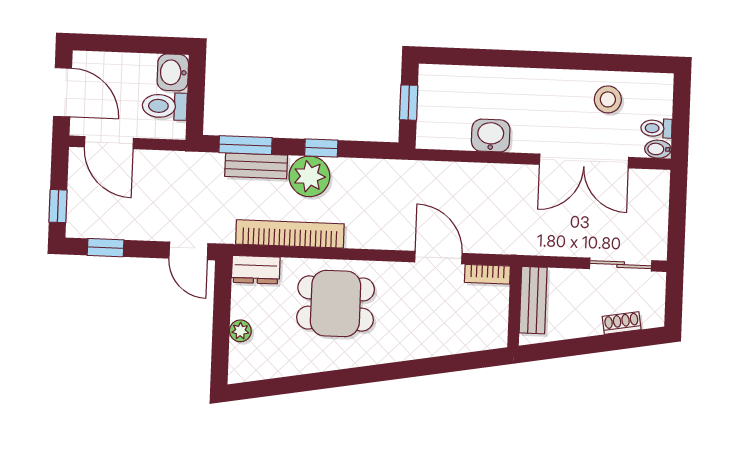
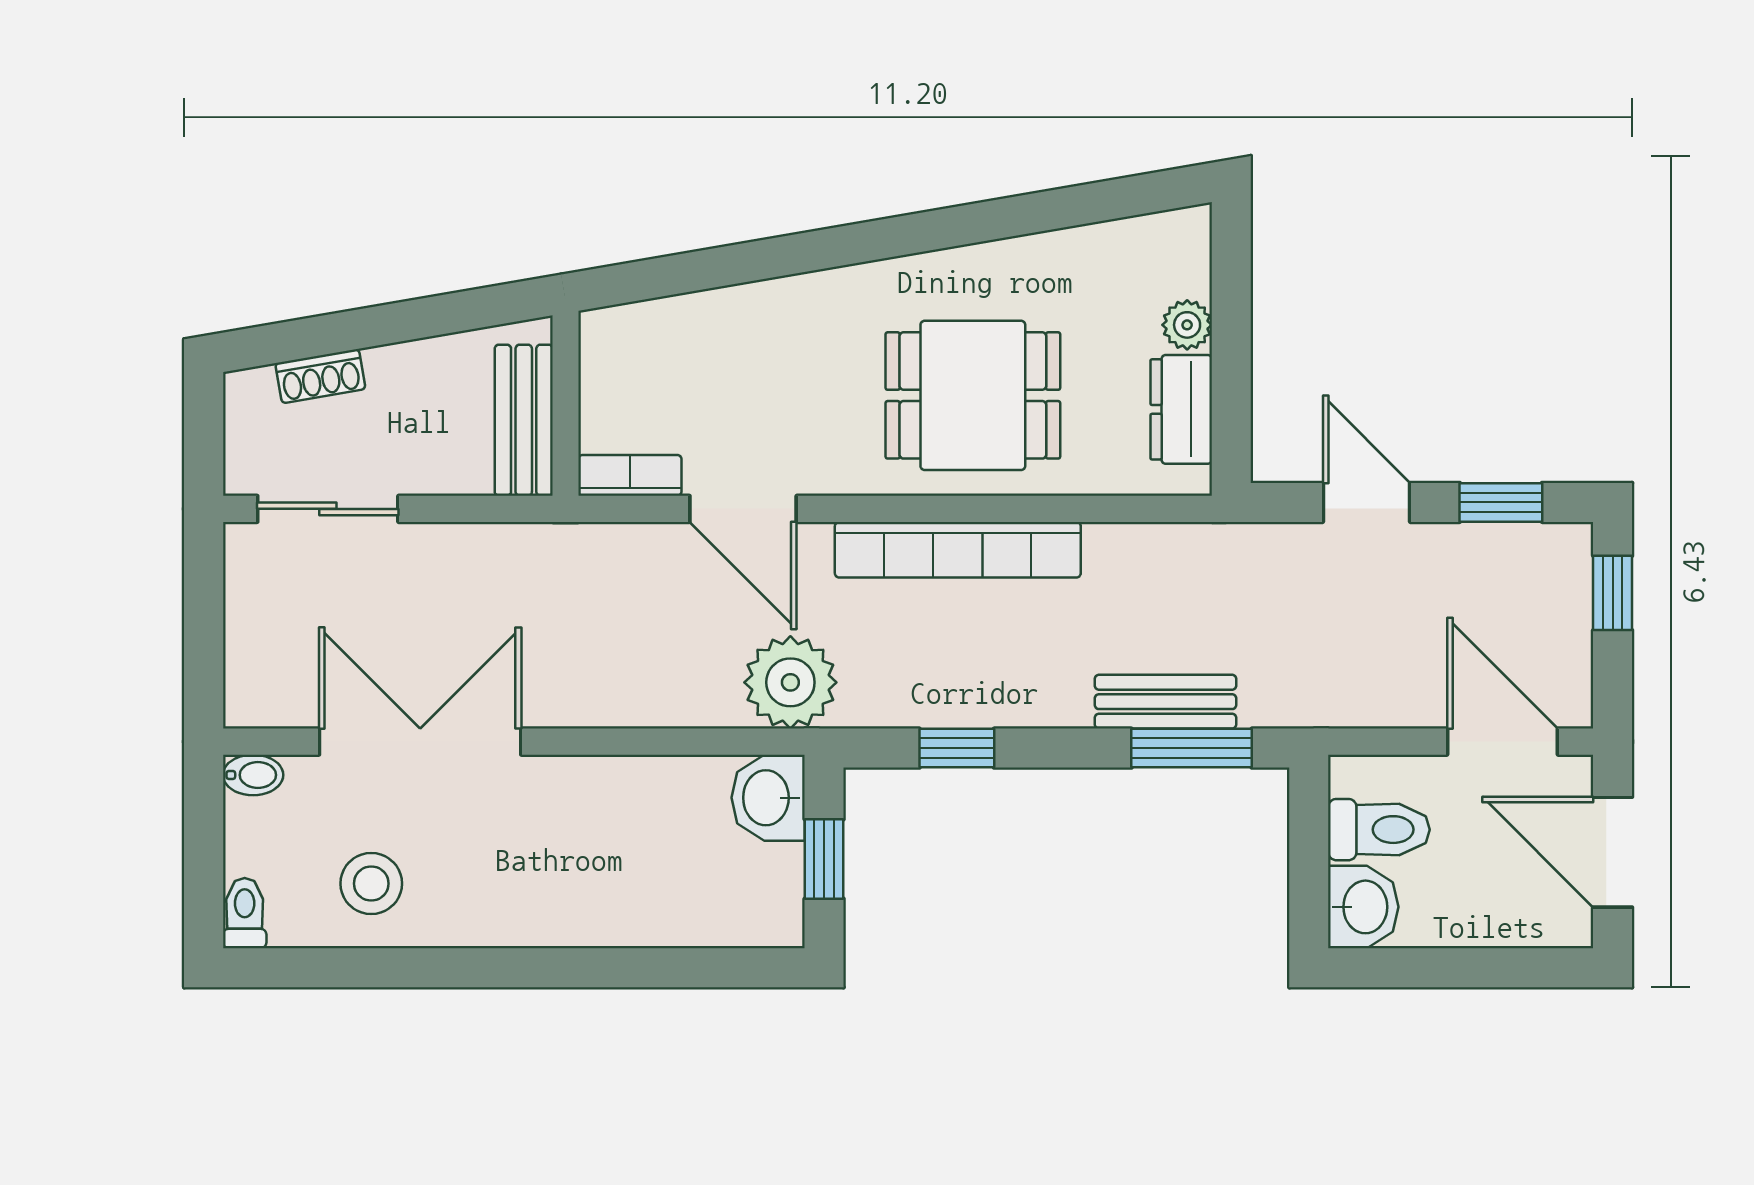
toilet: (656, 128) -> (245, 913), moved, turned -90
washbasin: (491, 136) -> (768, 798), moved, turned 90
window: (321, 148) -> (957, 748), moved
plant: (309, 176) -> (790, 682), moved
bookcase: (290, 234) -> (958, 550), moved
door: (188, 251) -> (1366, 502), moved
dresser: (256, 270) -> (1181, 409), moved, turned -90

